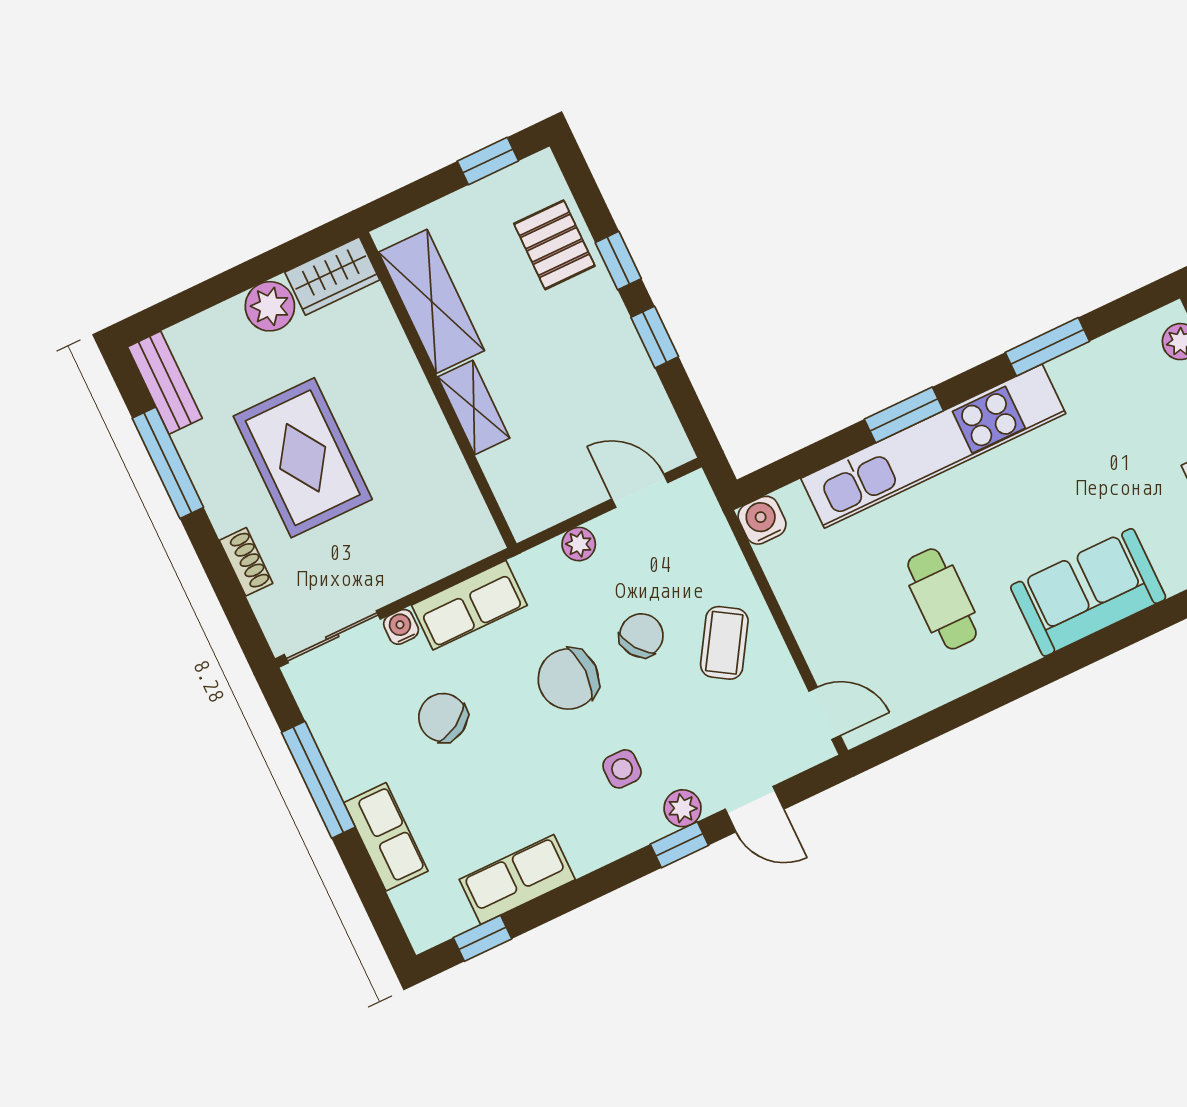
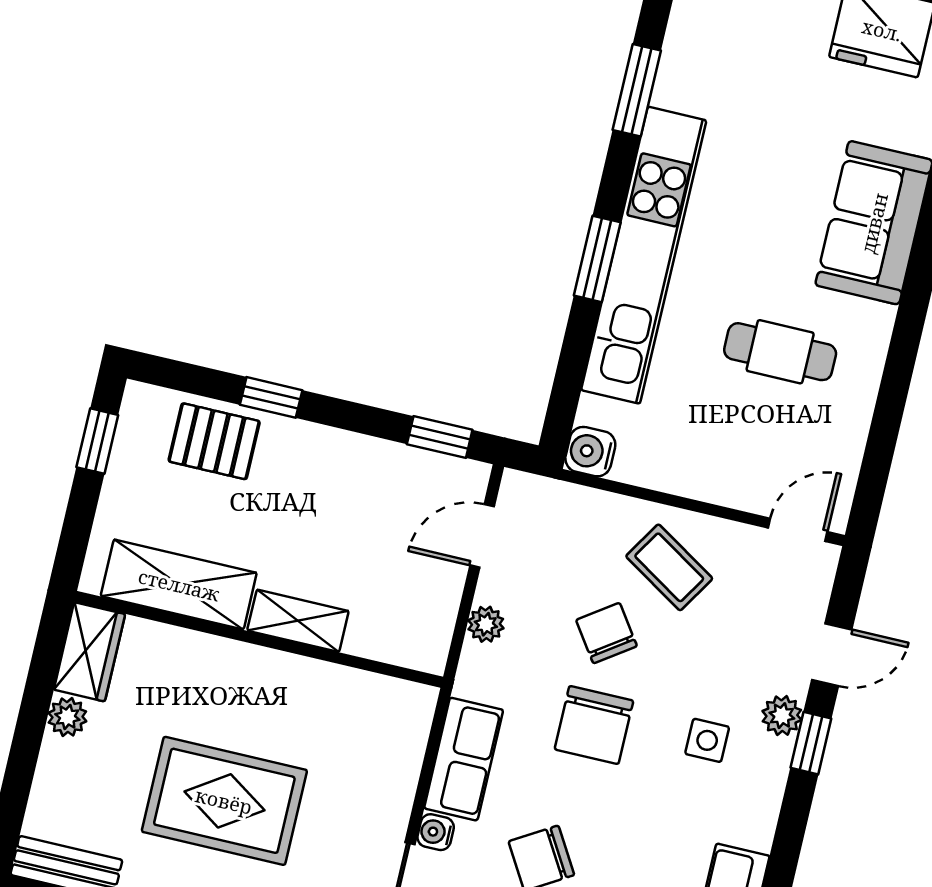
plant: (270, 306) -> (67, 717), width x0.73, depth x0.73
window: (655, 337) -> (440, 437), moved

